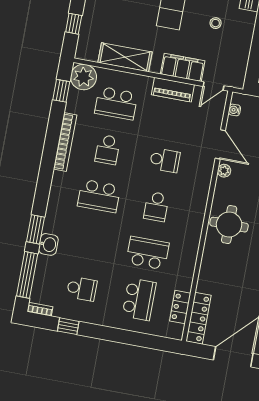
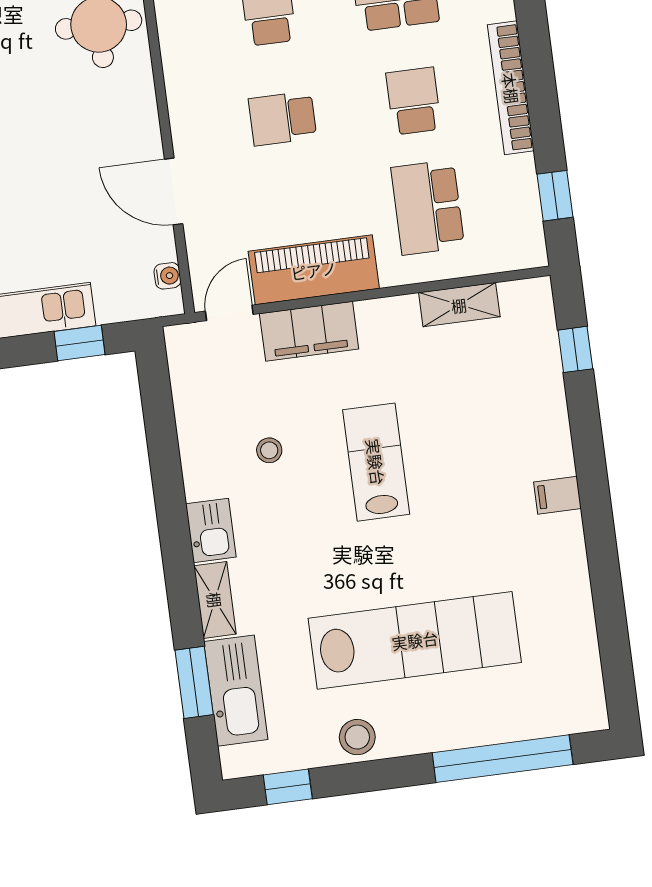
shelving: (125, 57) -> (459, 305), width x0.67, depth x0.75
plant: (84, 77) -> (517, 241), removed
piano: (173, 90) -> (314, 270), width x1.37, depth x1.33
school desk: (116, 103) -> (428, 207), turned -90
plant: (224, 171) -> (147, 137), removed

